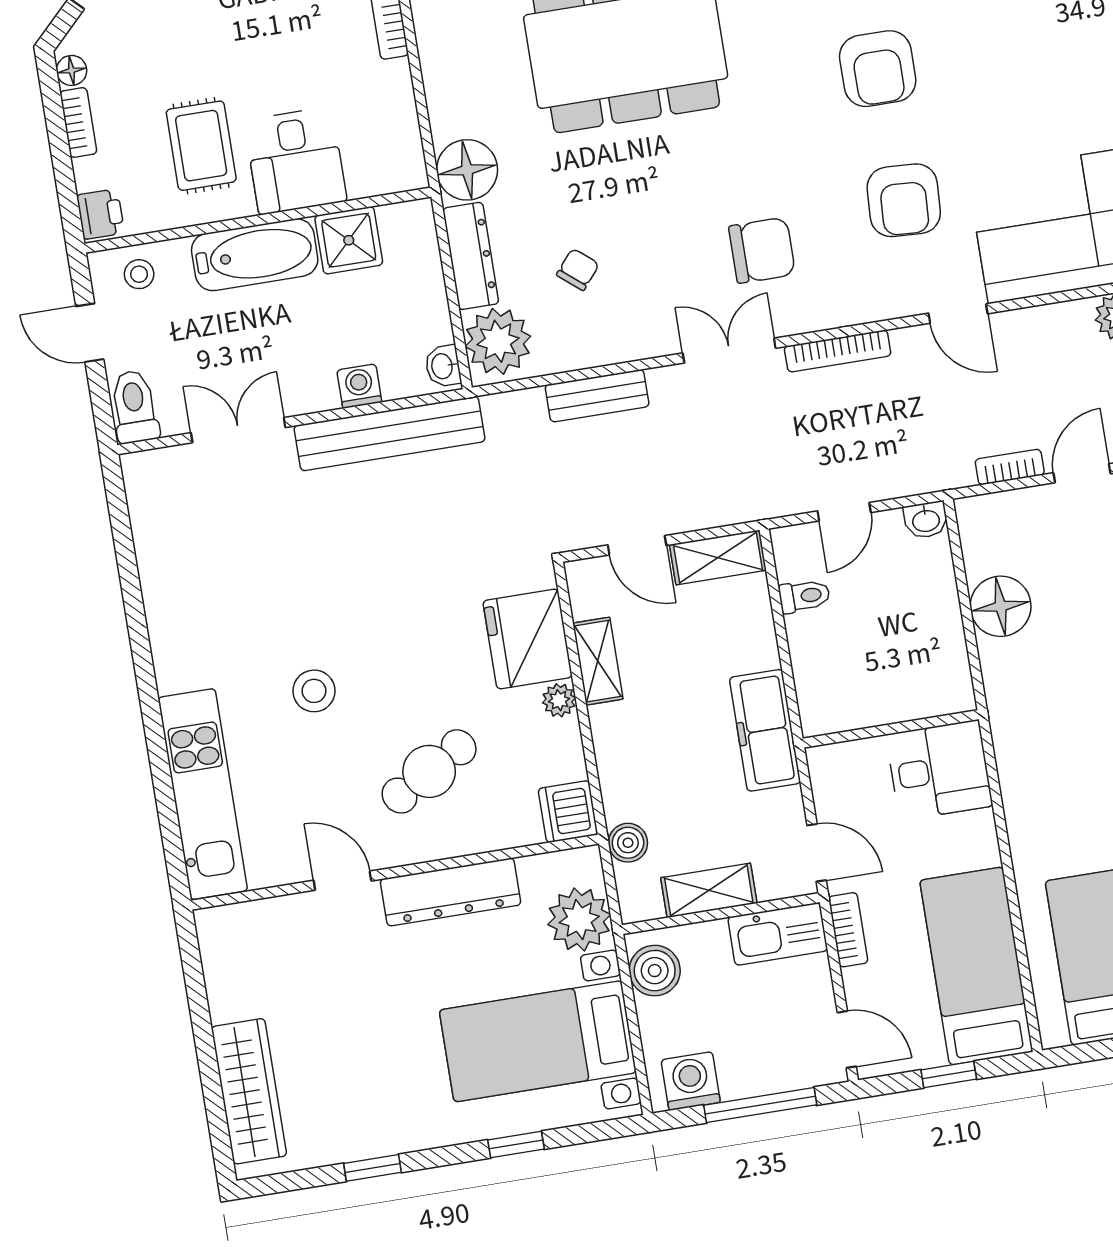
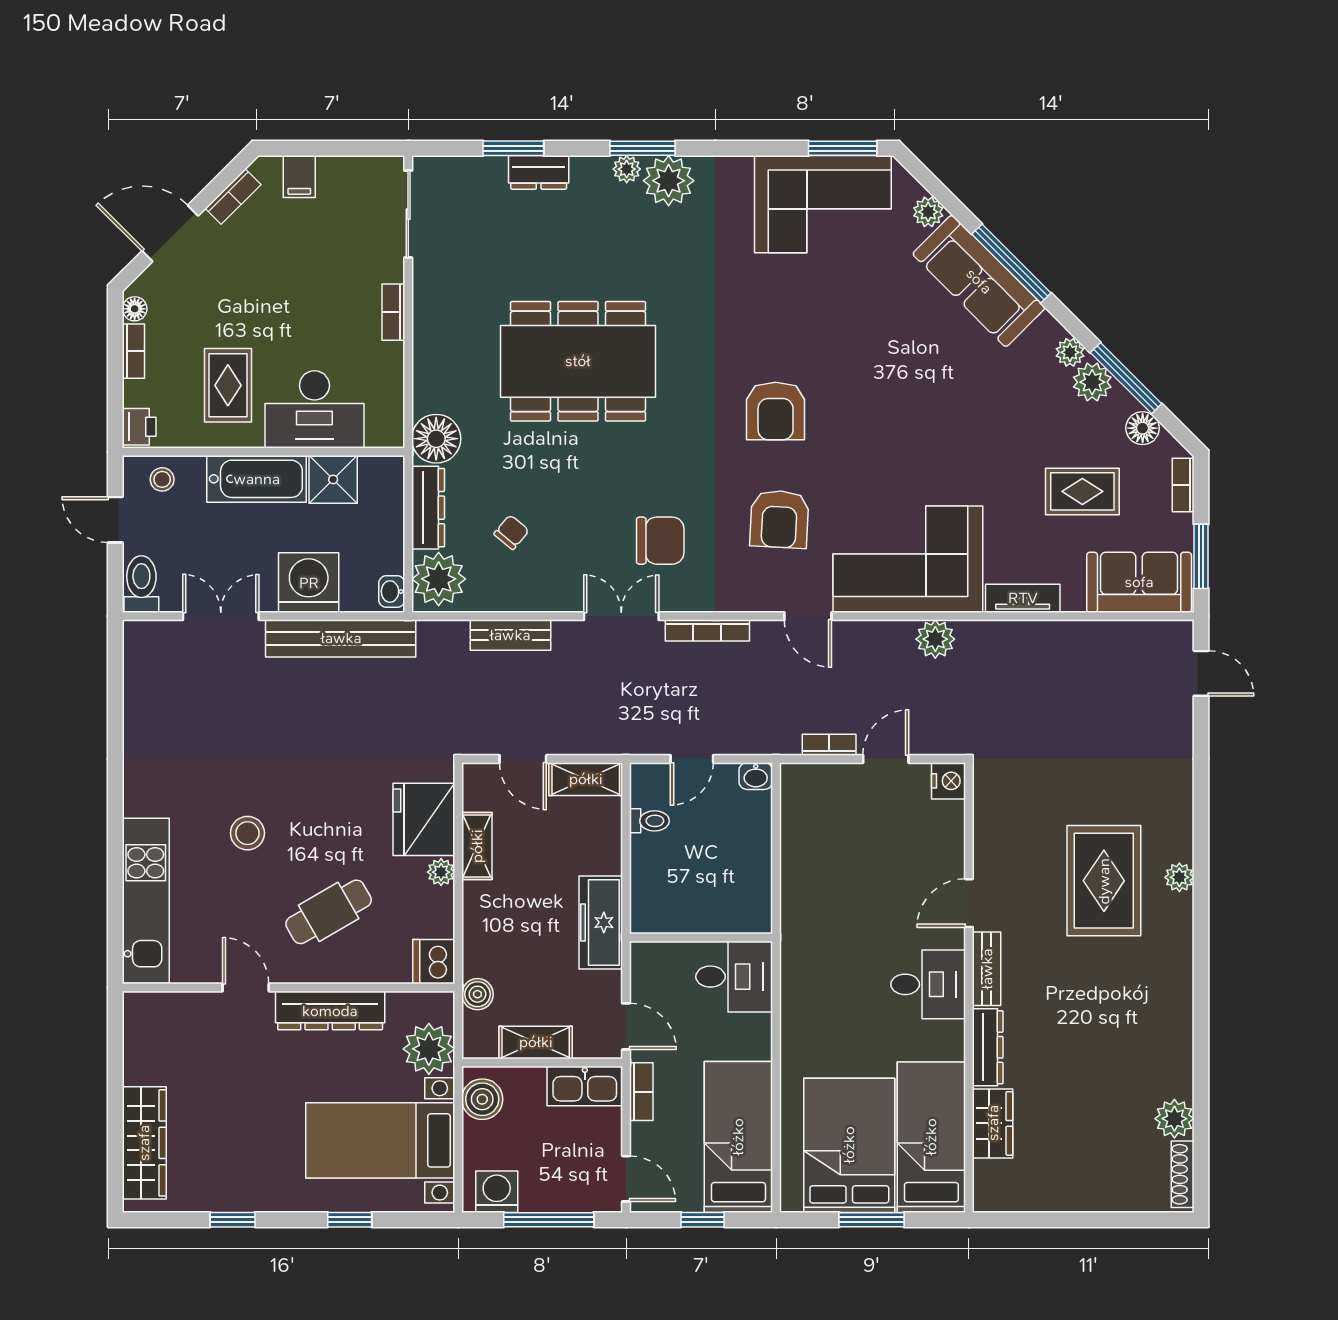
desk: (296, 161) -> (314, 409), width x1.37
washing machine: (359, 386) -> (309, 583), width x1.89, depth x1.89
floor lamp: (1001, 606) -> (804, 854), removed

